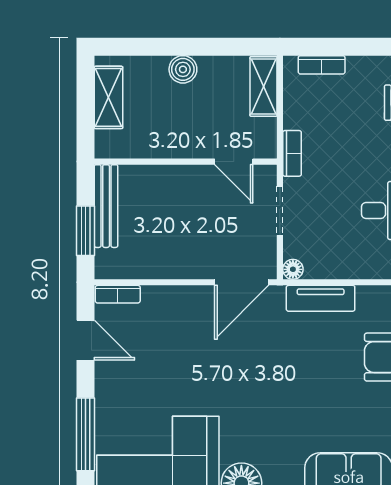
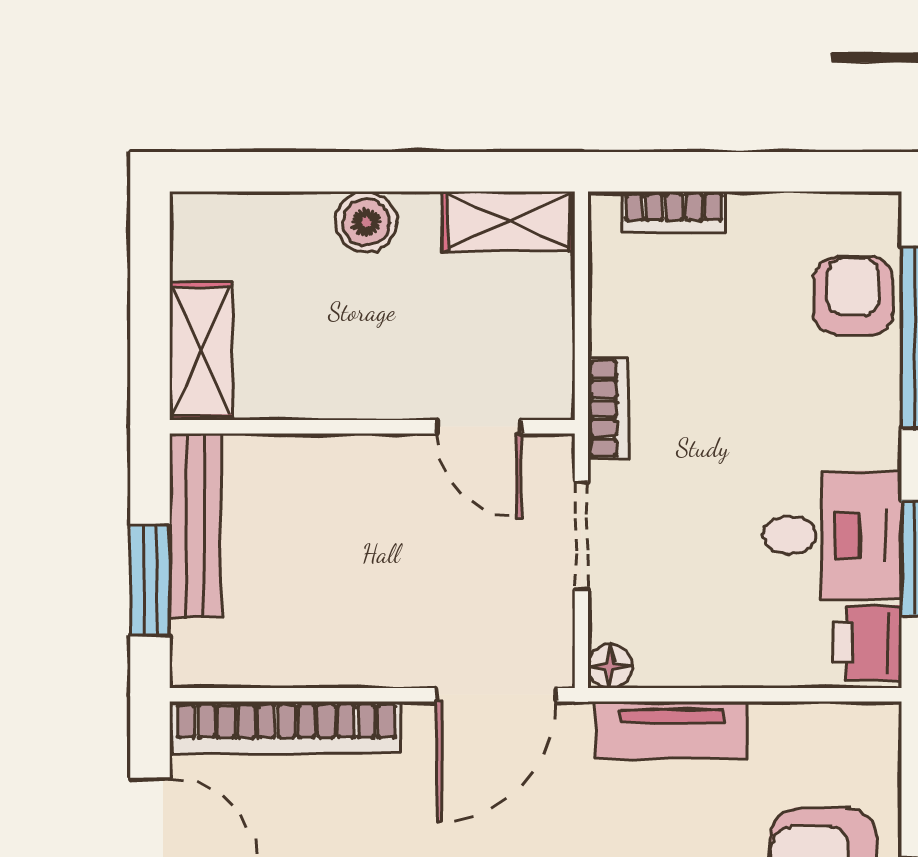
shelving: (264, 86) -> (509, 221), moved, turned 90
shelving: (108, 97) -> (201, 351), moved
bookcase: (118, 294) -> (286, 727), width x2.31, depth x1.31

